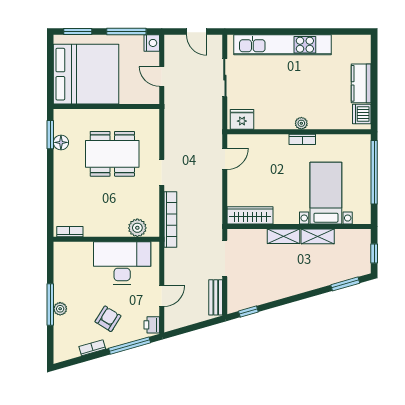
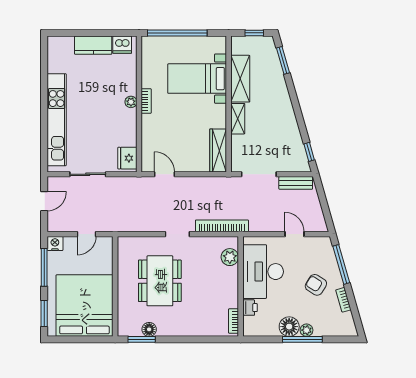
shelving: (318, 236) -> (240, 79), width x1.50, depth x1.33
floor lamp: (64, 290) -> (289, 327), added
printer: (152, 325) -> (250, 308), moved, turned -90

